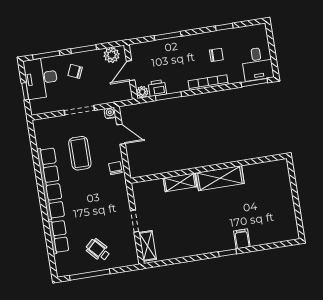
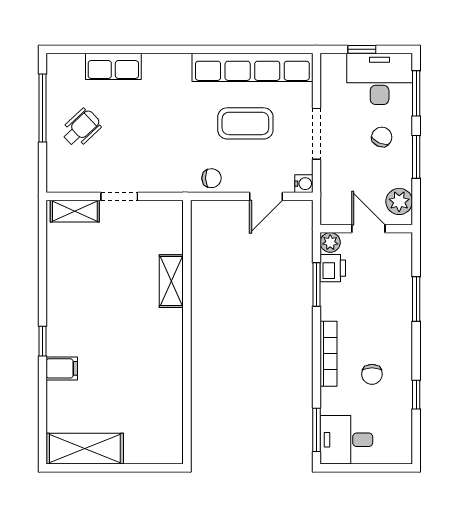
shelving: (220, 178) -> (85, 449), moved, turned 90
row of seats: (51, 183) -> (252, 67), moved

